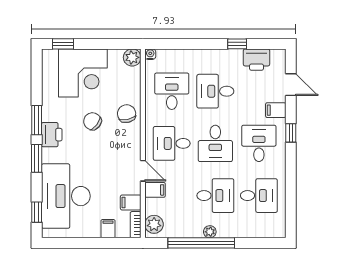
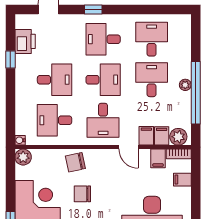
desk: (215, 91) -> (55, 80), turned -90
filing cabinet: (276, 110) -> (162, 136), moved, turned 180
chair: (92, 121) -> (82, 194), turned 52
door: (143, 171) -> (129, 147), swing flipped

